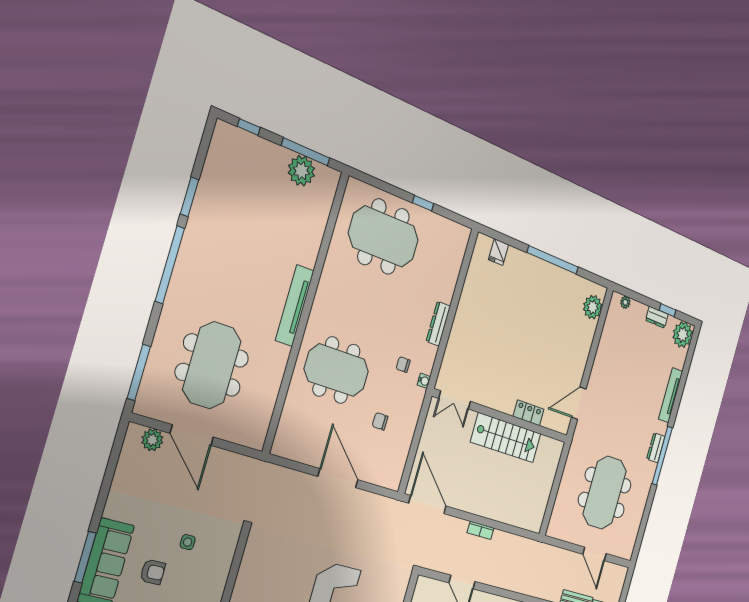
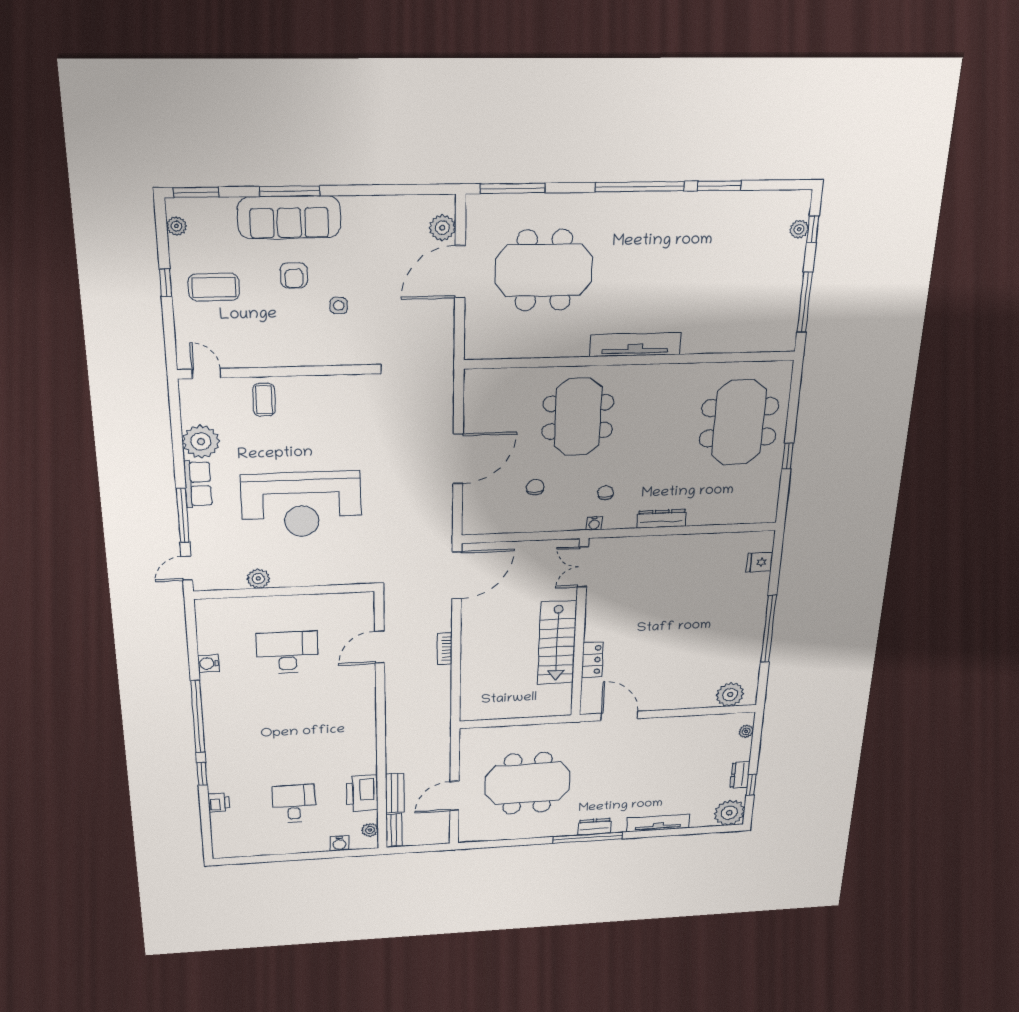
plant: (301, 171) -> (799, 229), moved, width x0.53, depth x0.53

